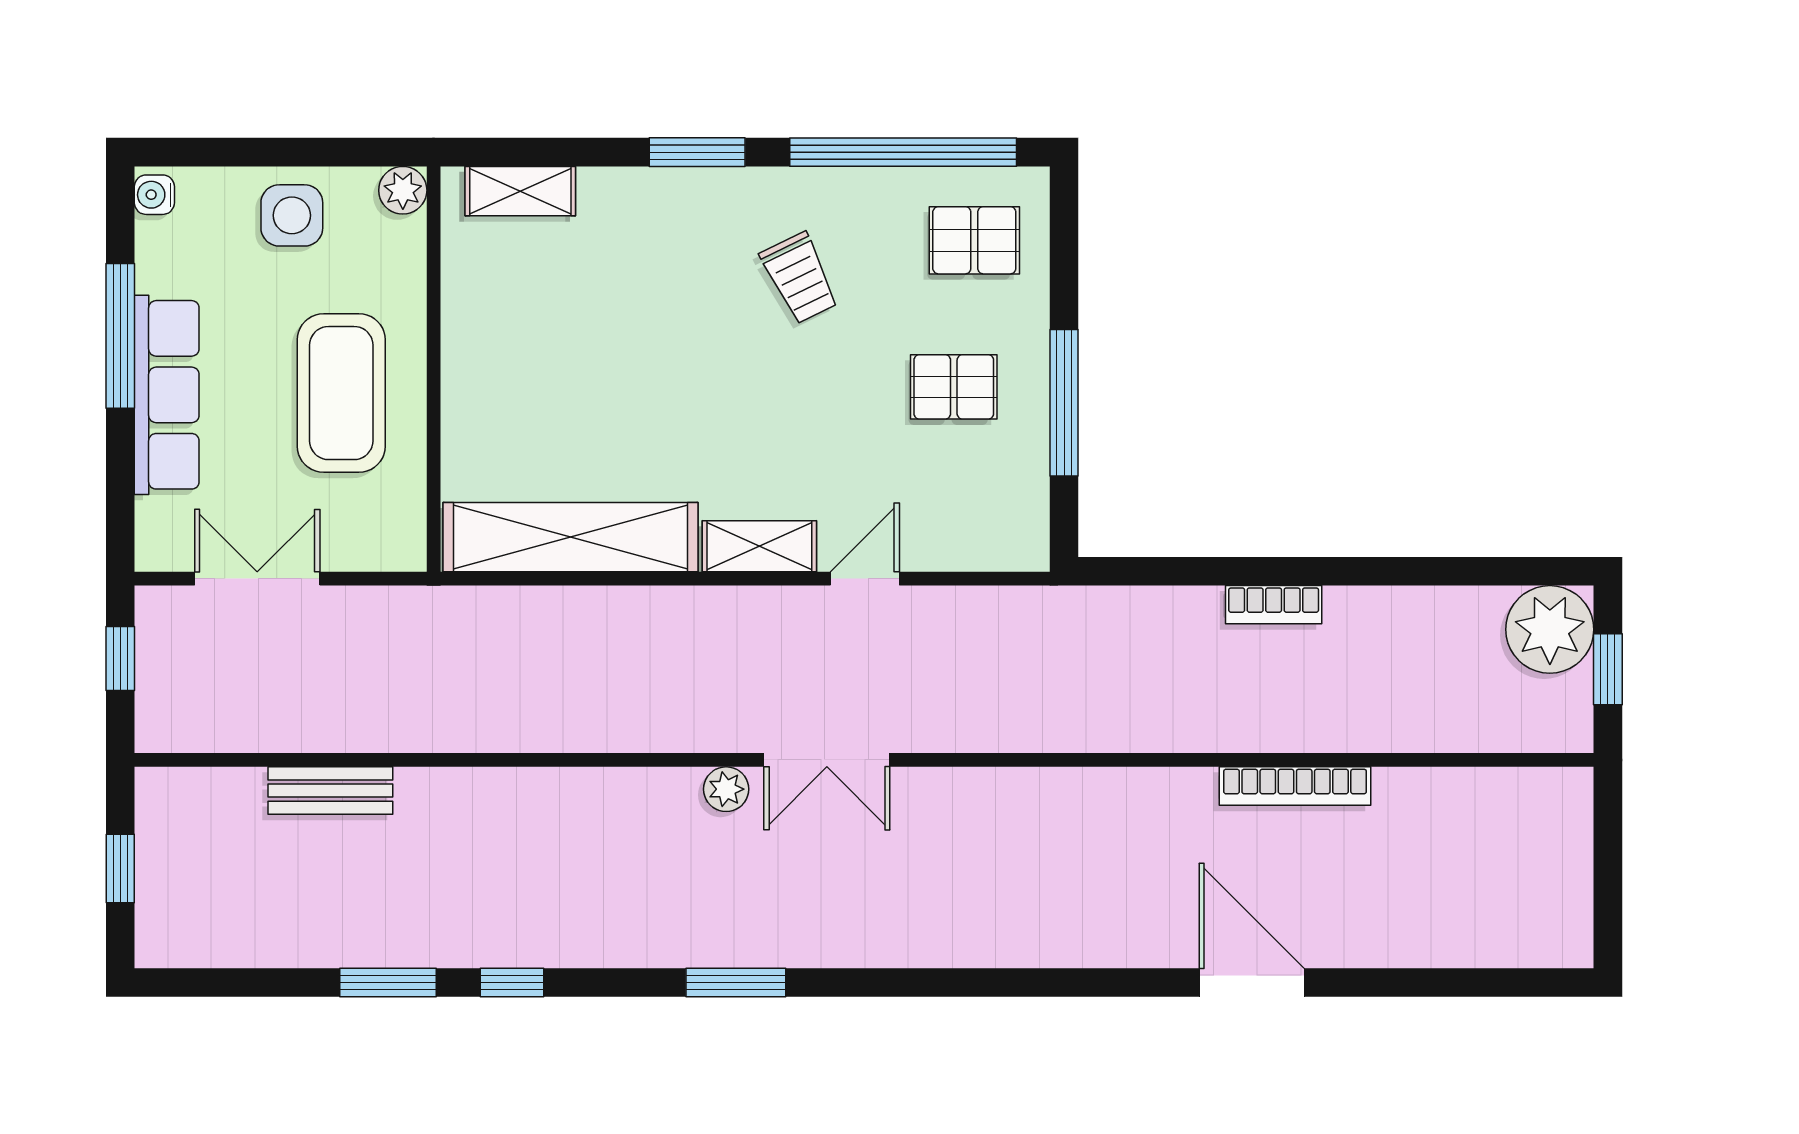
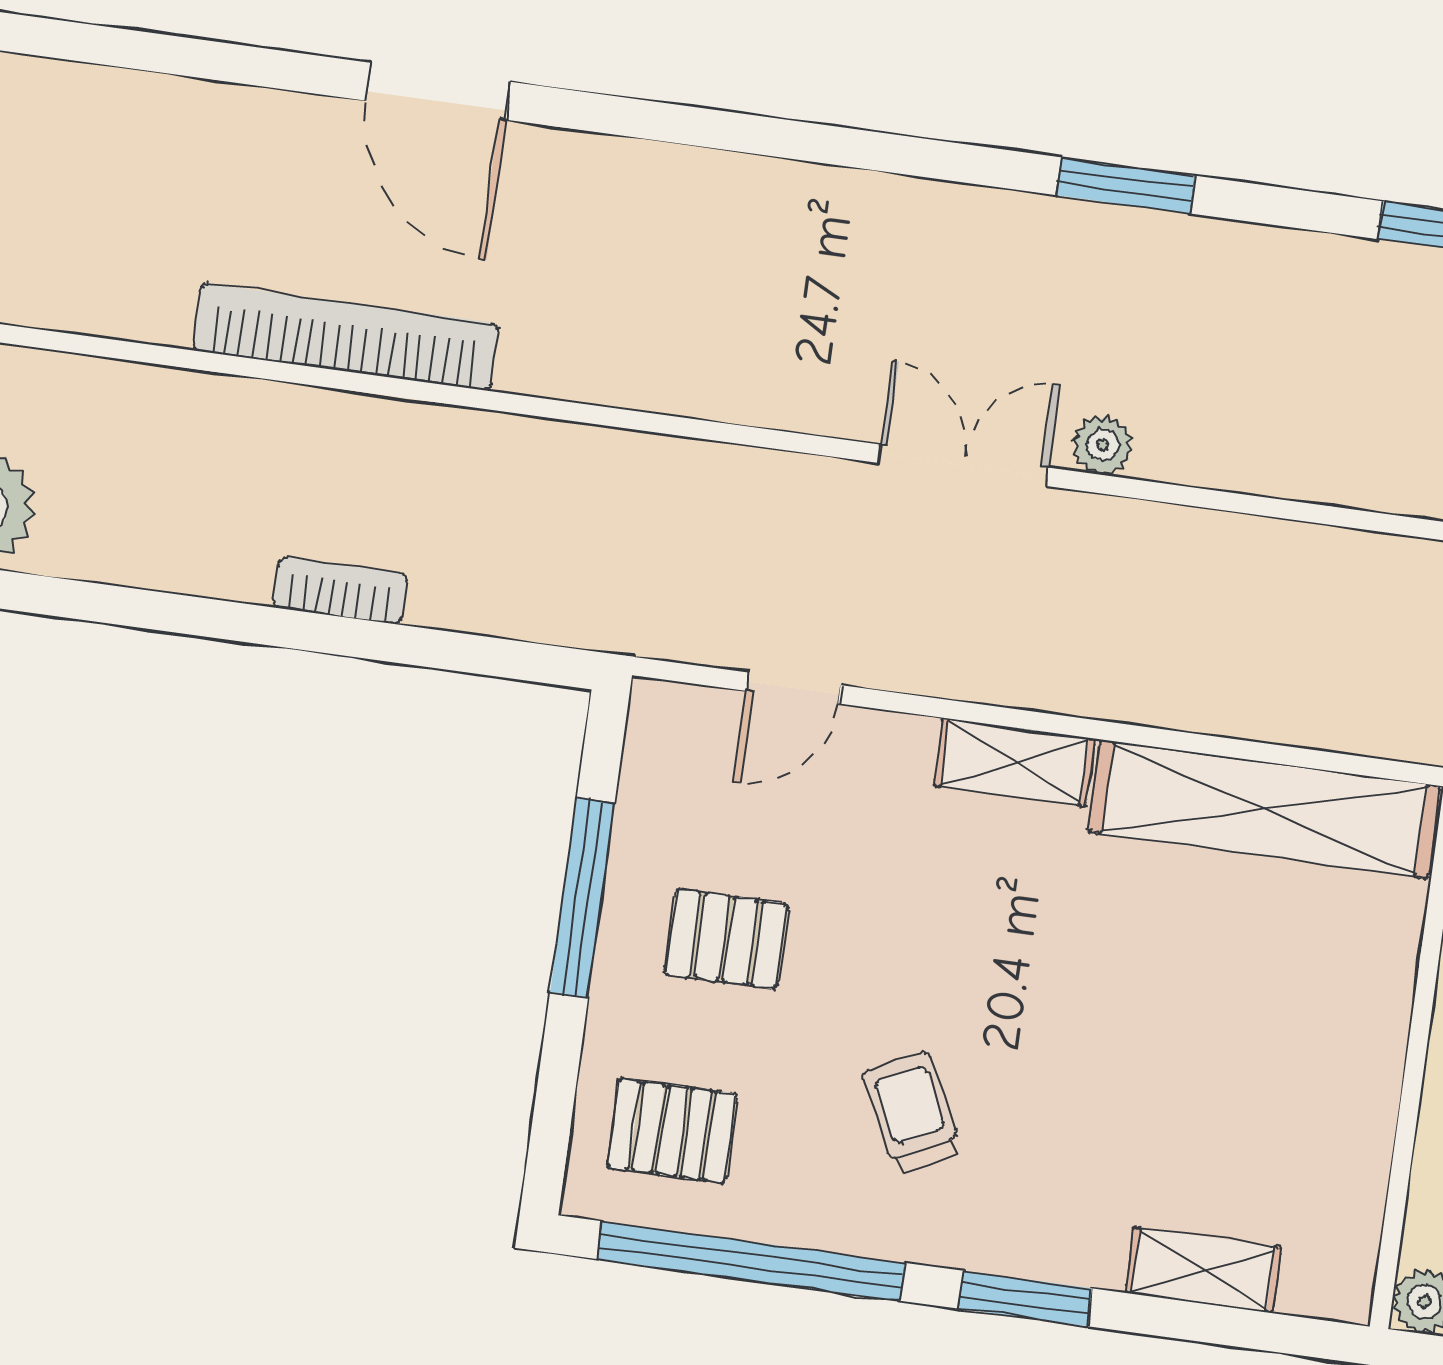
shelving: (520, 191) -> (1203, 1270), moved
door: (865, 579) -> (794, 688), moved
bookcase: (1295, 786) -> (346, 337), width x1.48, depth x1.31

